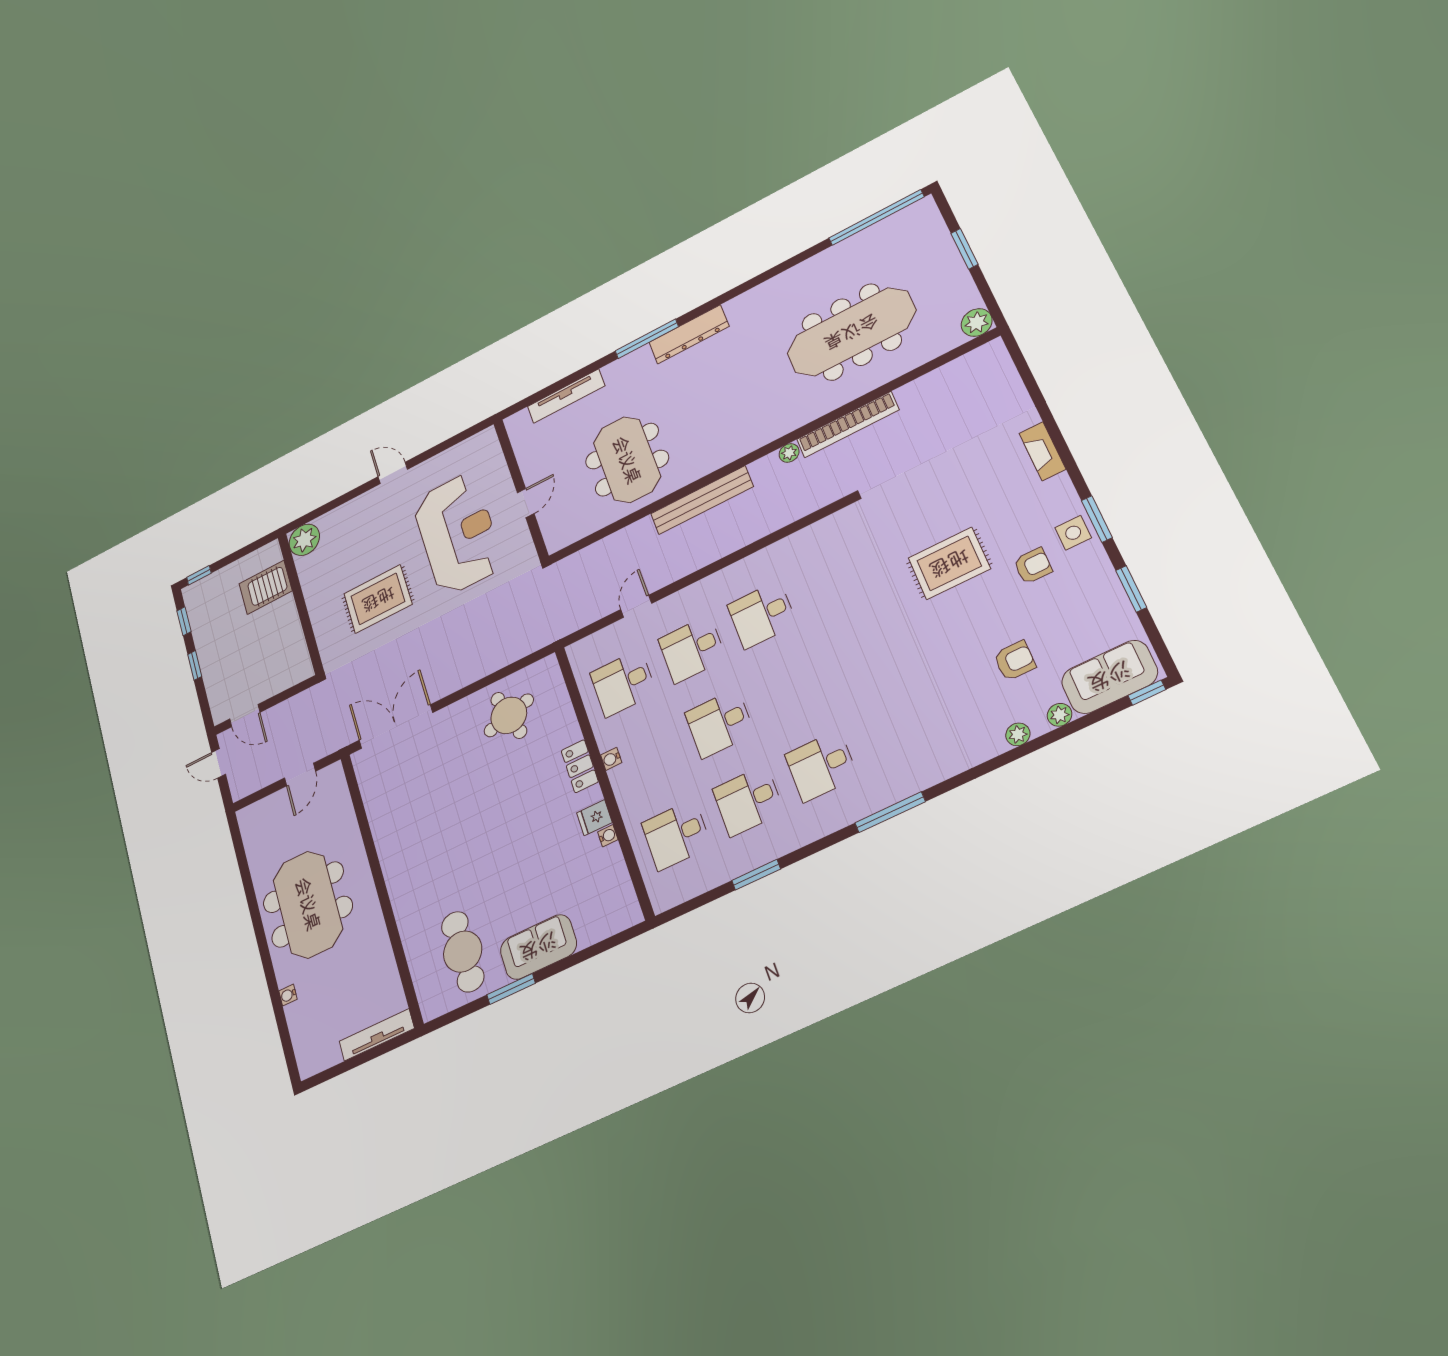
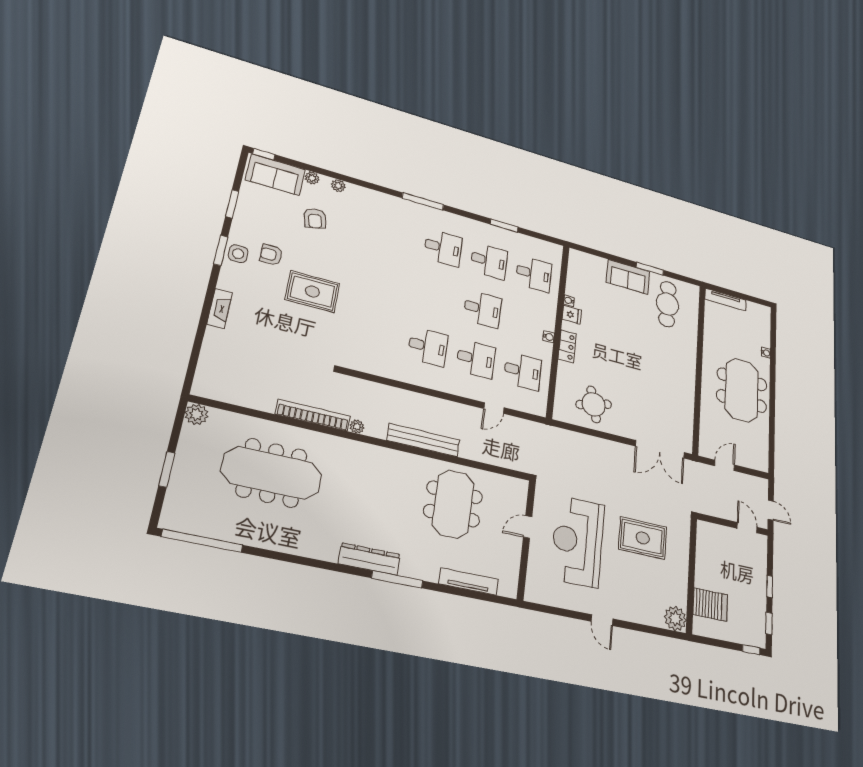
armchair: (1015, 661) -> (315, 218), turned -103

